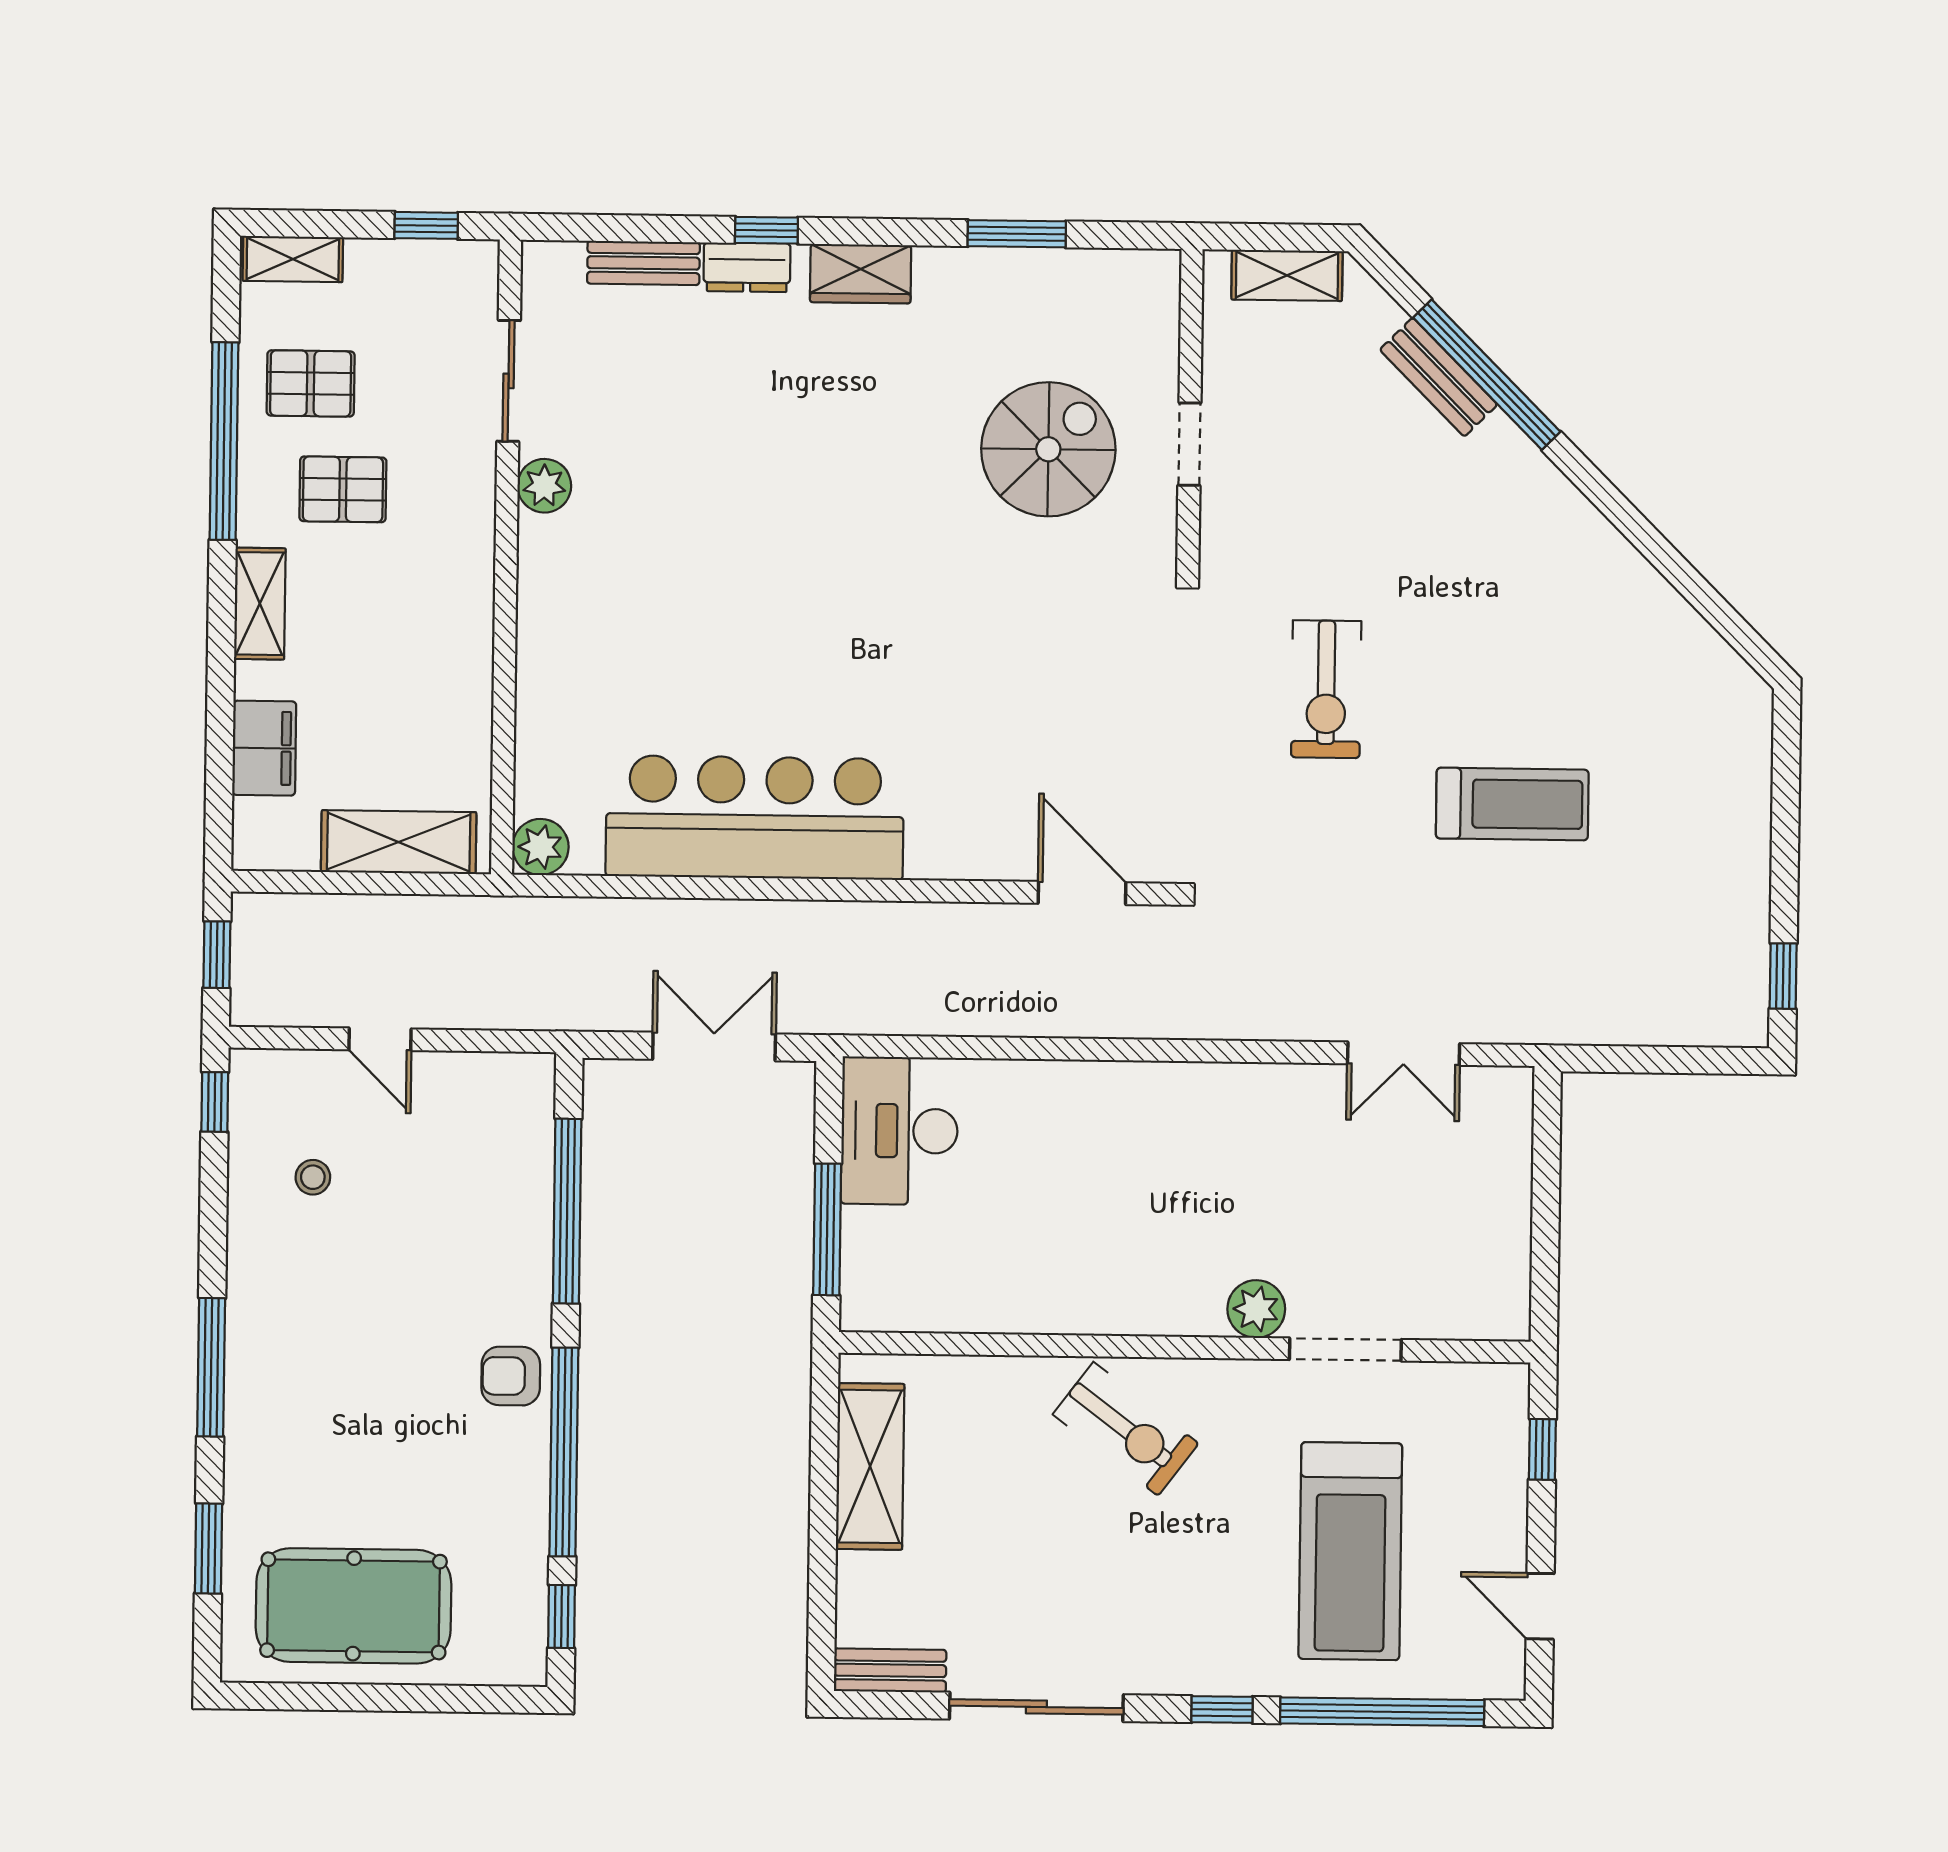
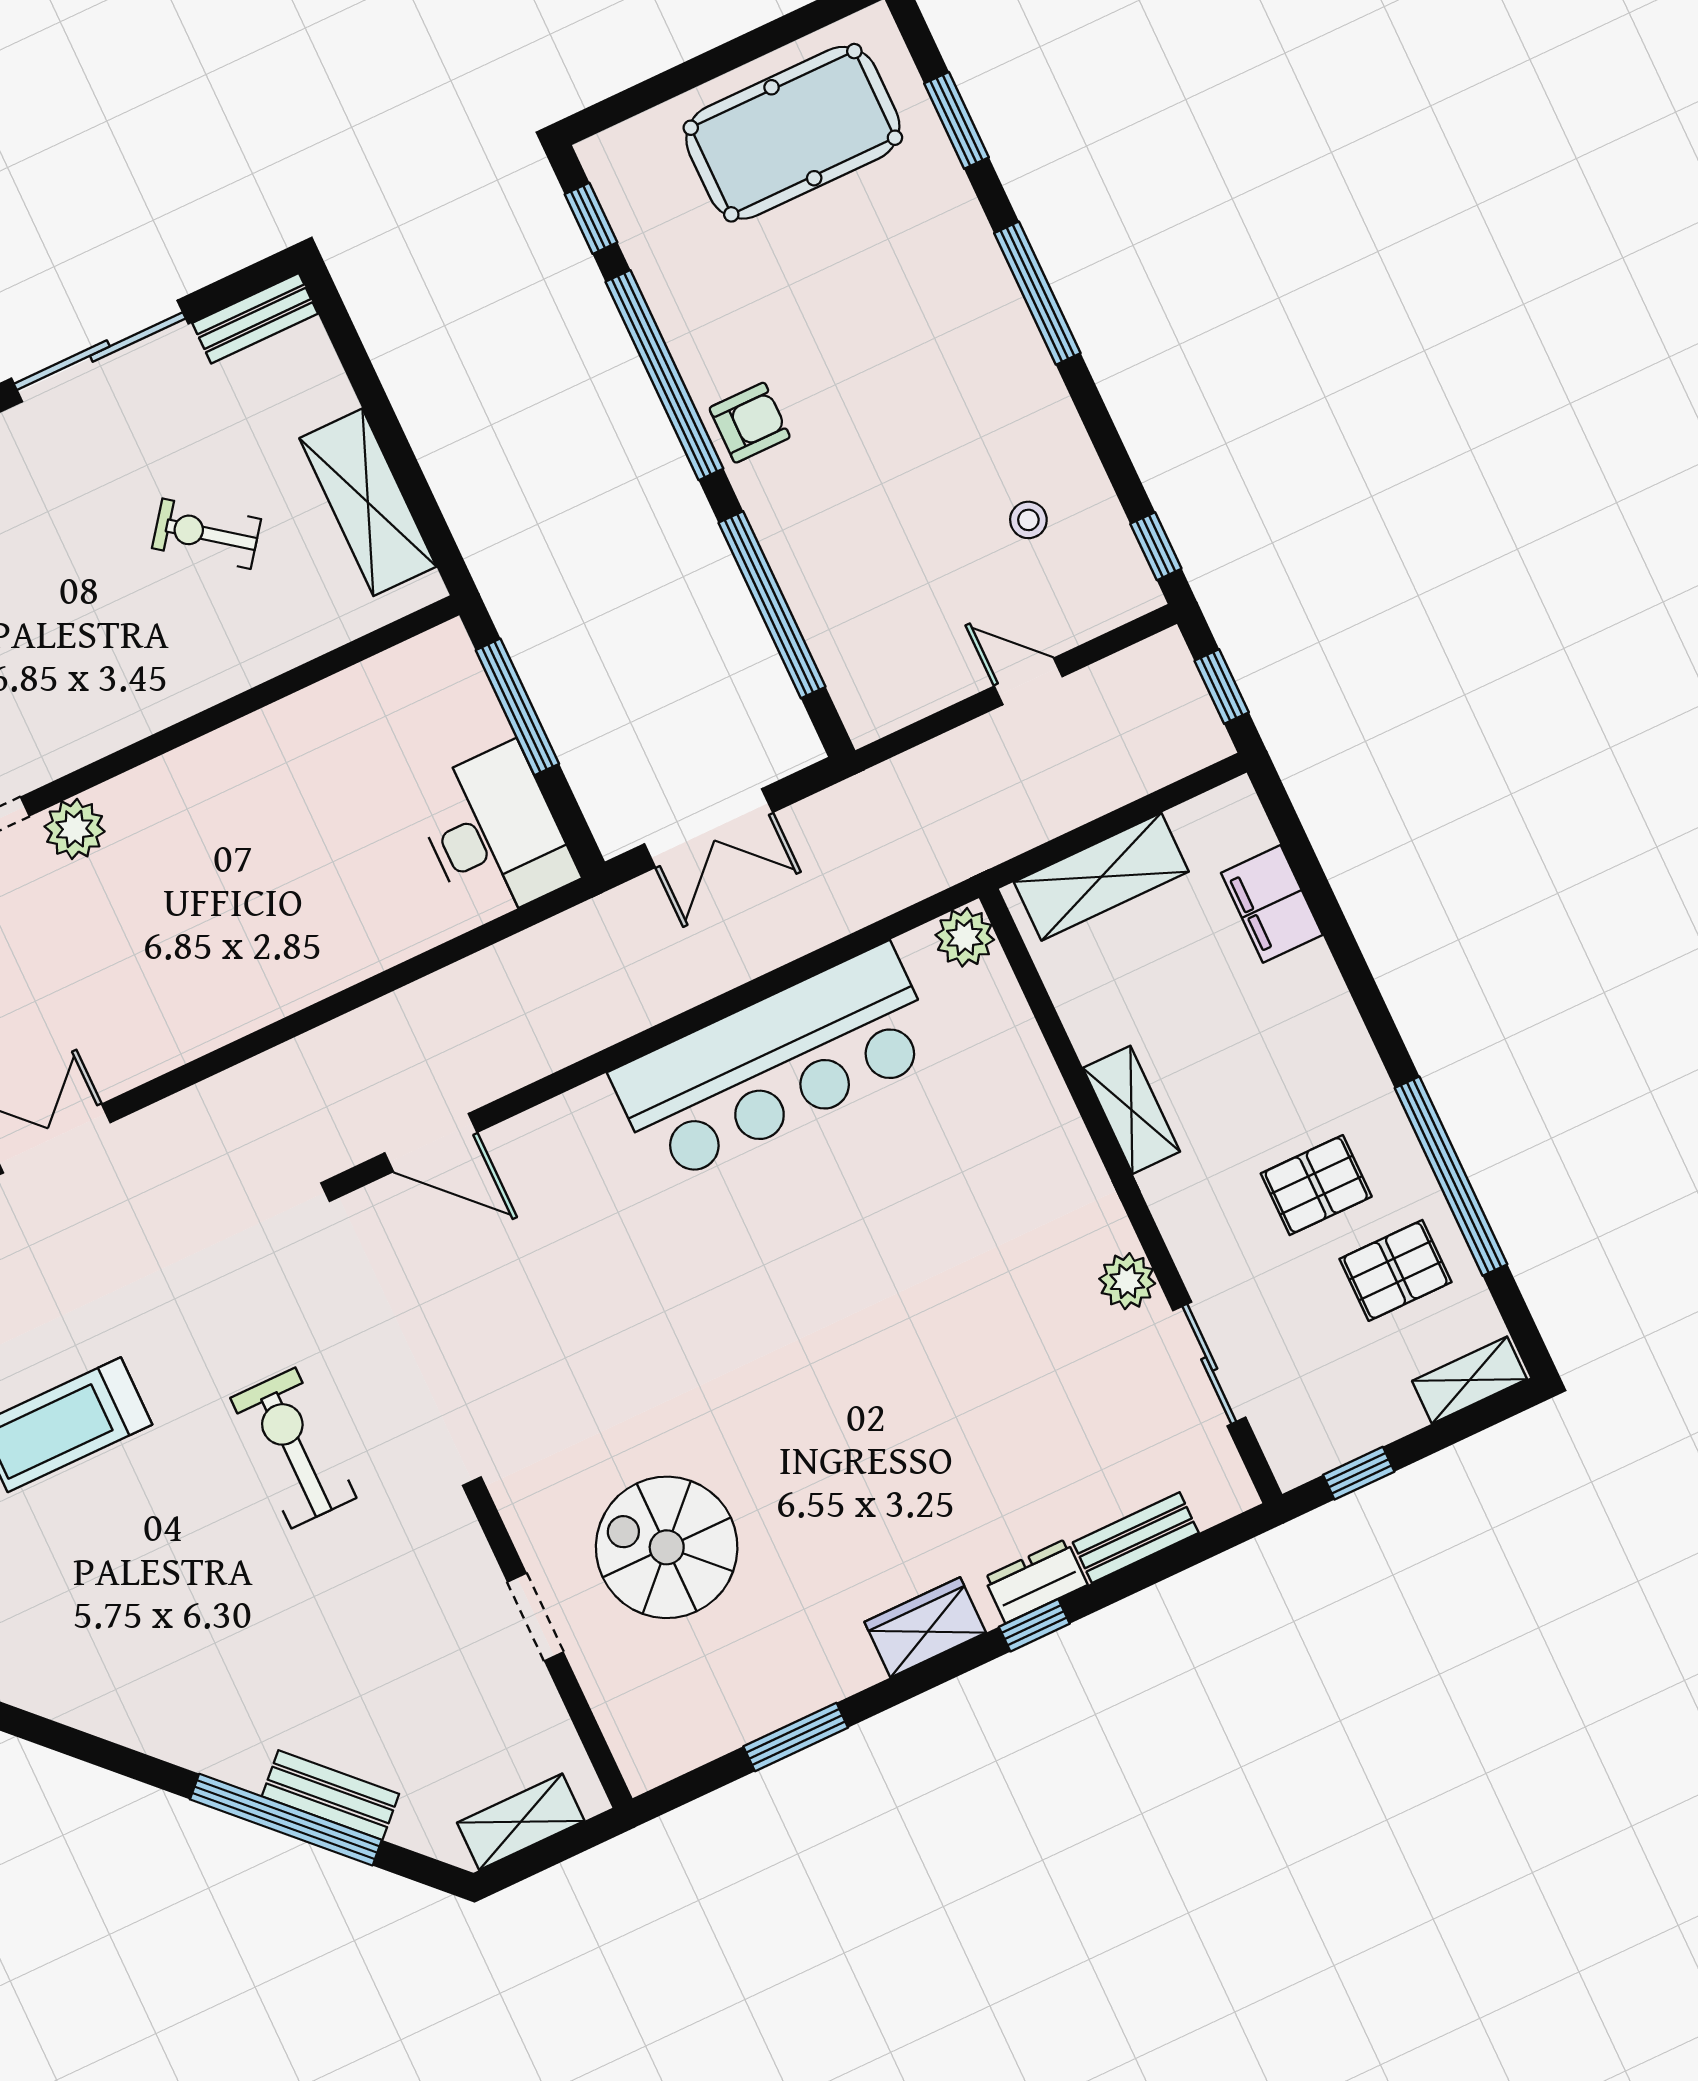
spiral stairs: (1048, 449) -> (667, 1547), turned 90
shelving: (260, 604) -> (1131, 1110), moved
exercise bike: (1126, 1429) -> (207, 534), moved, width x0.73, depth x0.72

